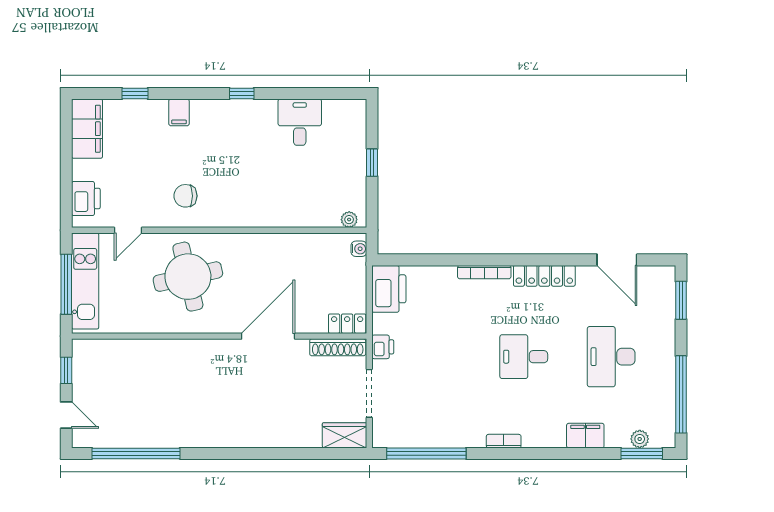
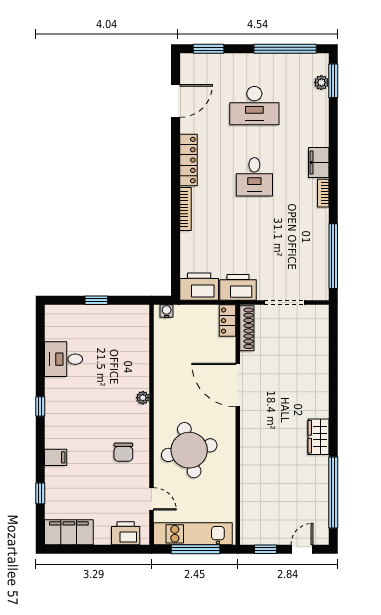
plant: (349, 220) -> (143, 398), moved
printer: (383, 347) -> (238, 287), width x1.87, depth x1.48
wardrobe: (344, 435) -> (318, 437), moved
filing cabinet: (585, 436) -> (319, 163), moved

